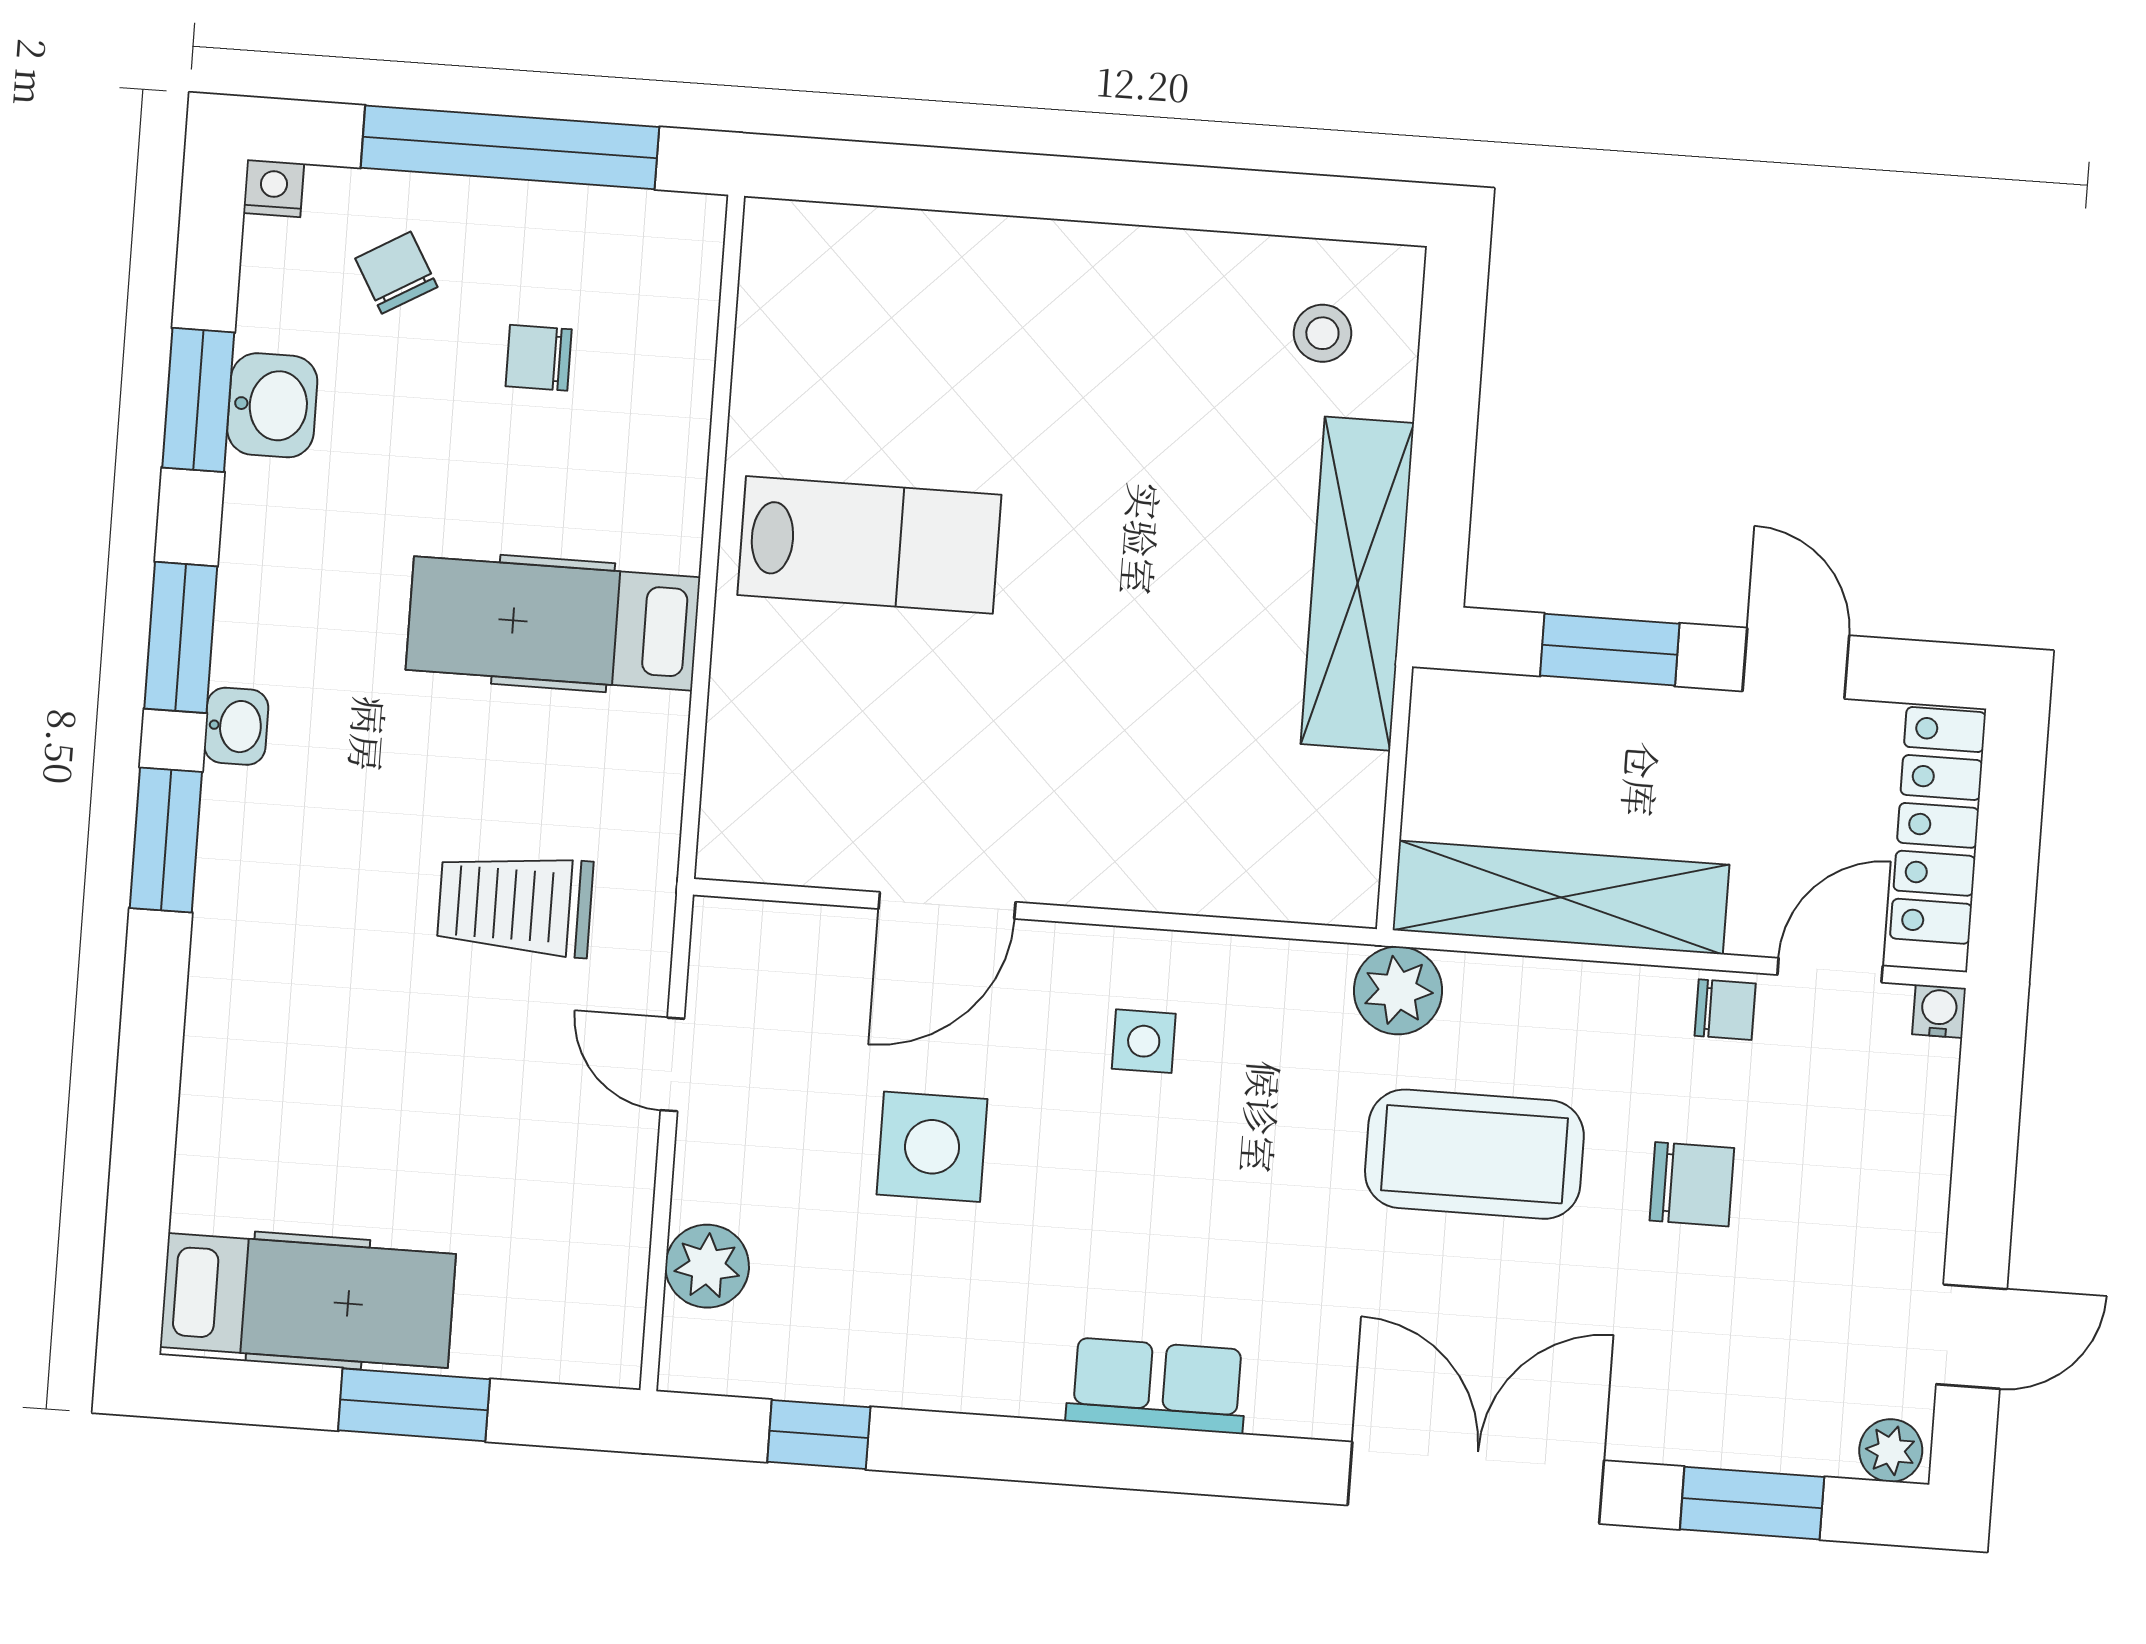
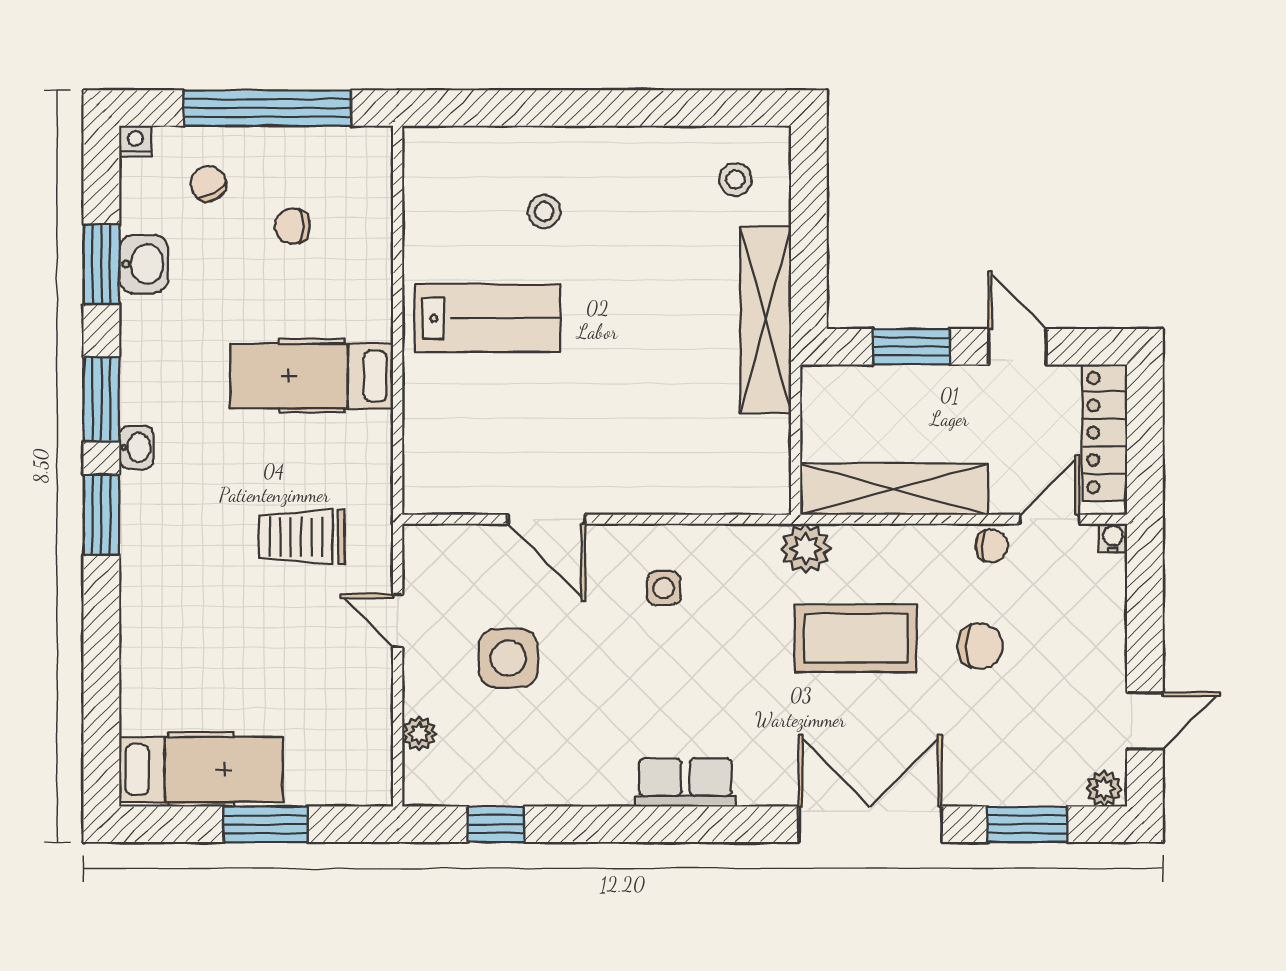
stool: (983, 365) -> (544, 211), added
door: (947, 905) -> (547, 519), hinge flipped
side table: (932, 1147) -> (508, 658), moved
plant: (707, 1266) -> (419, 734), width x0.73, depth x0.73

